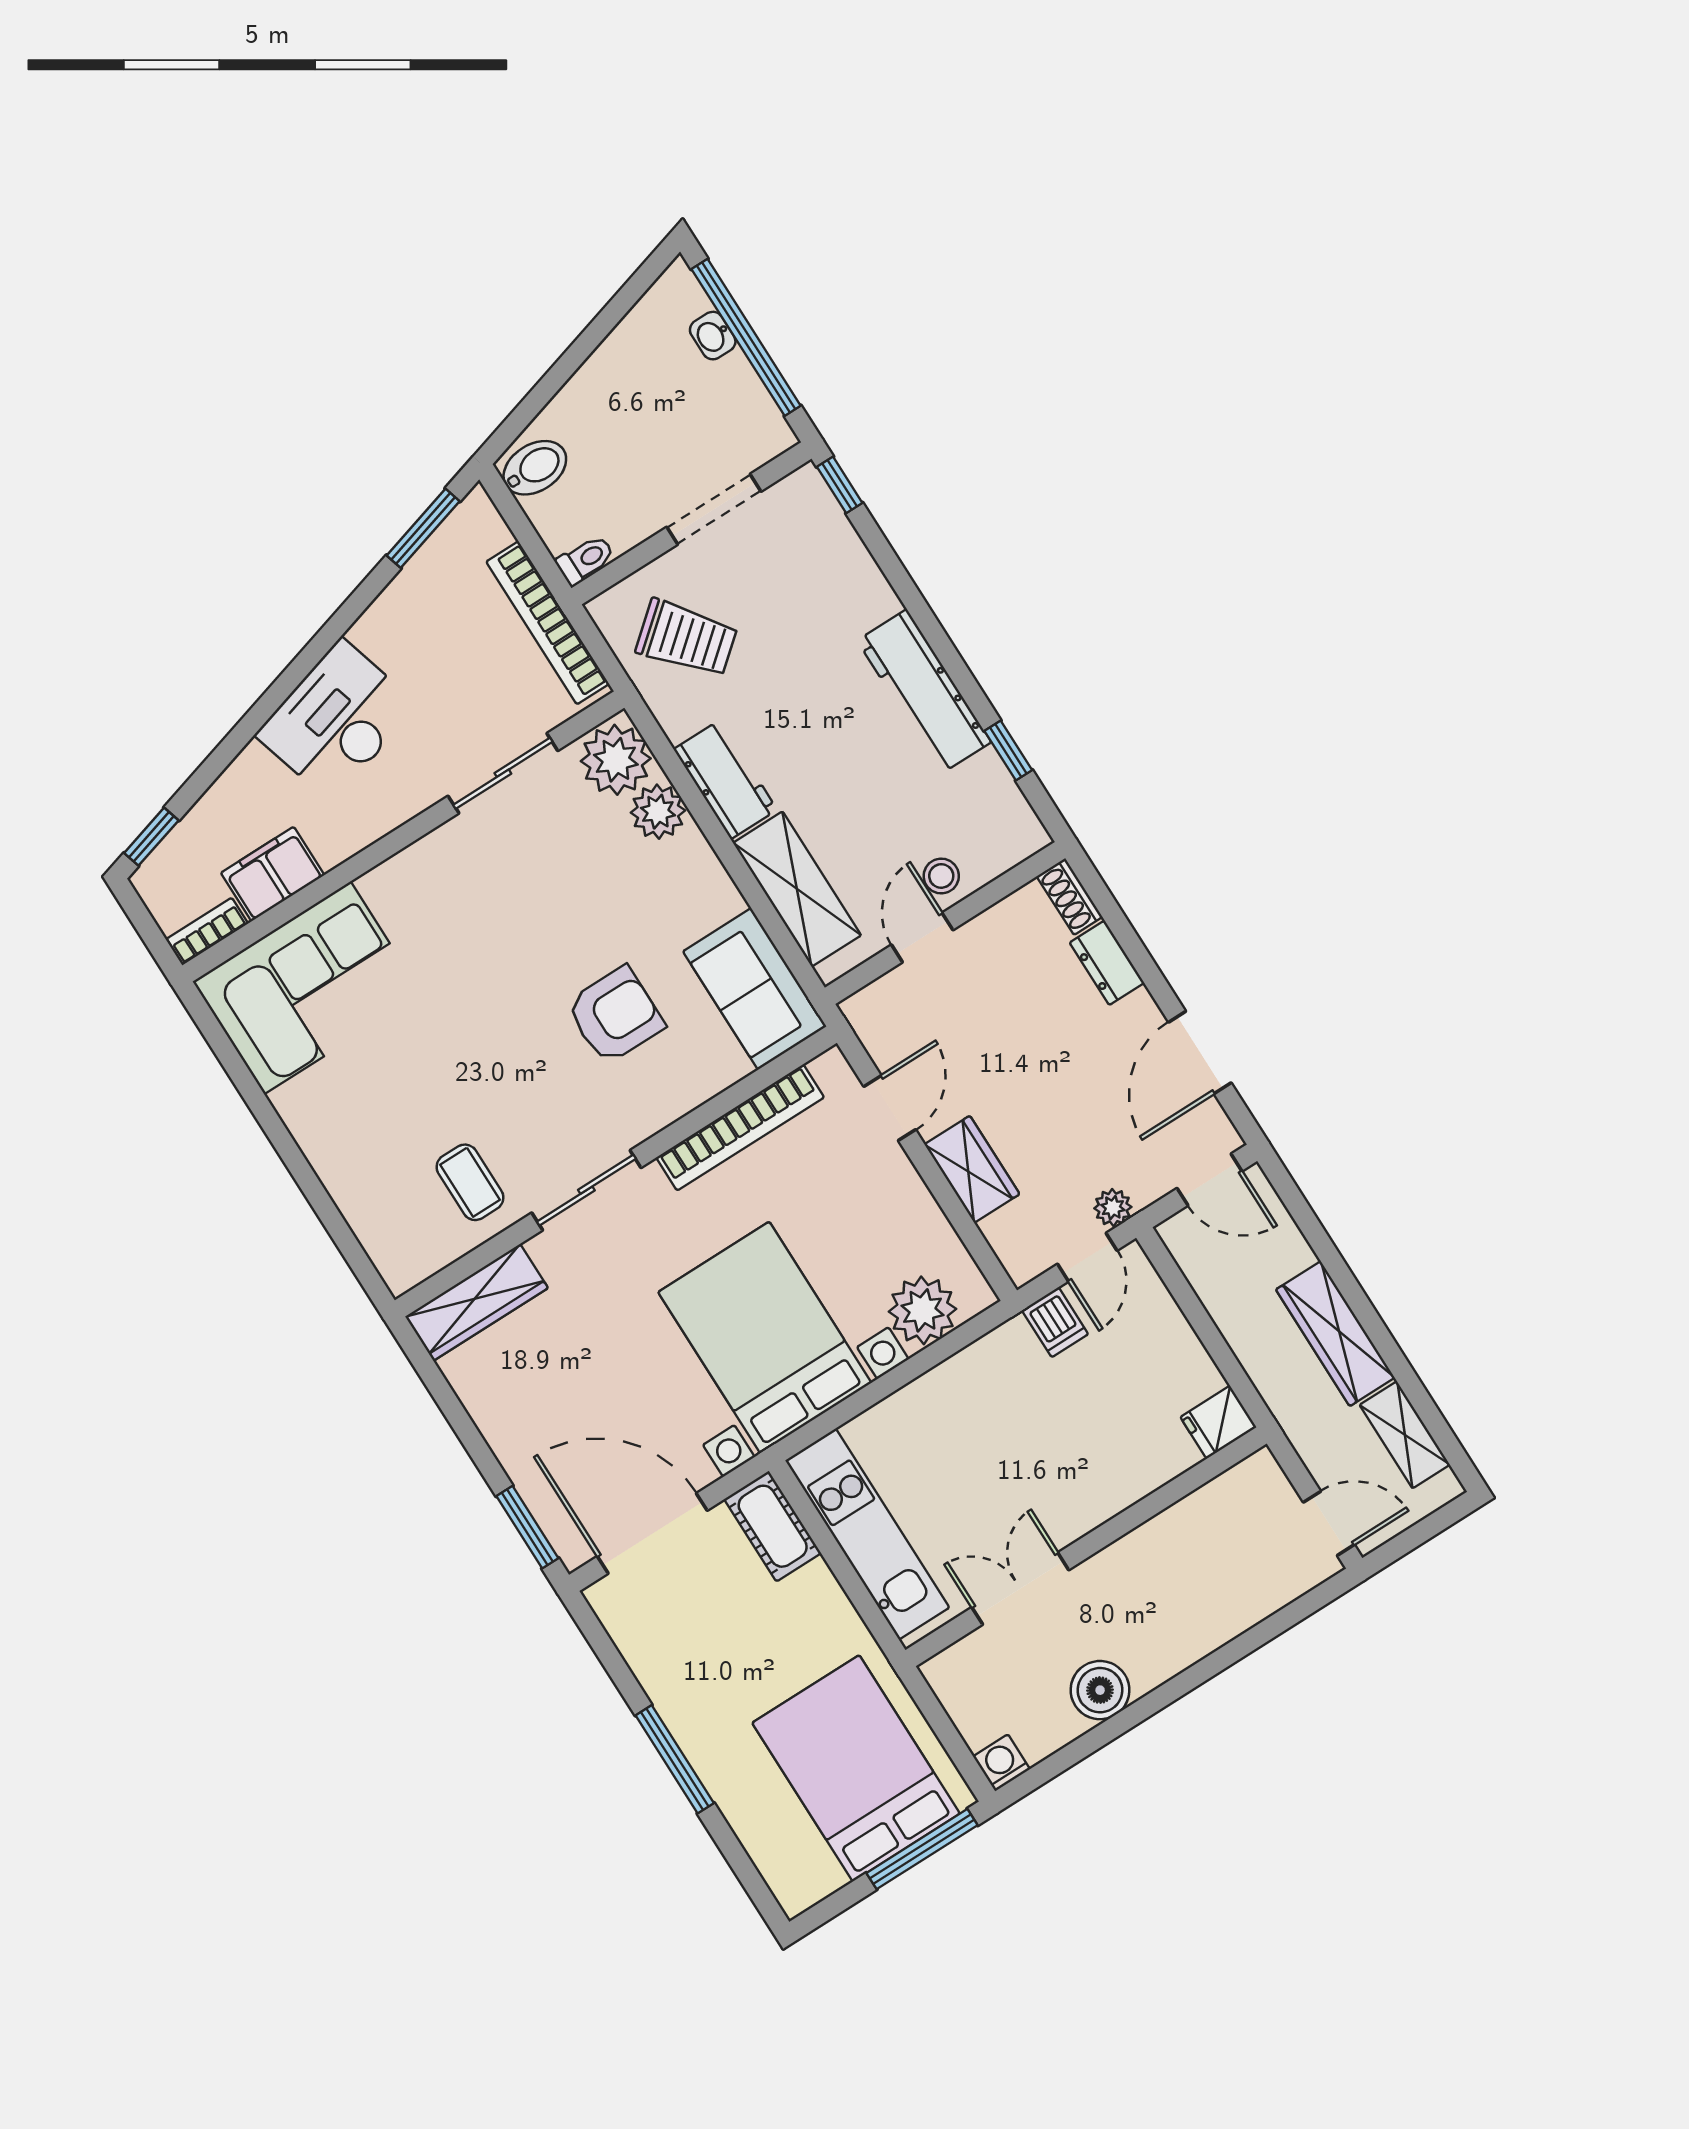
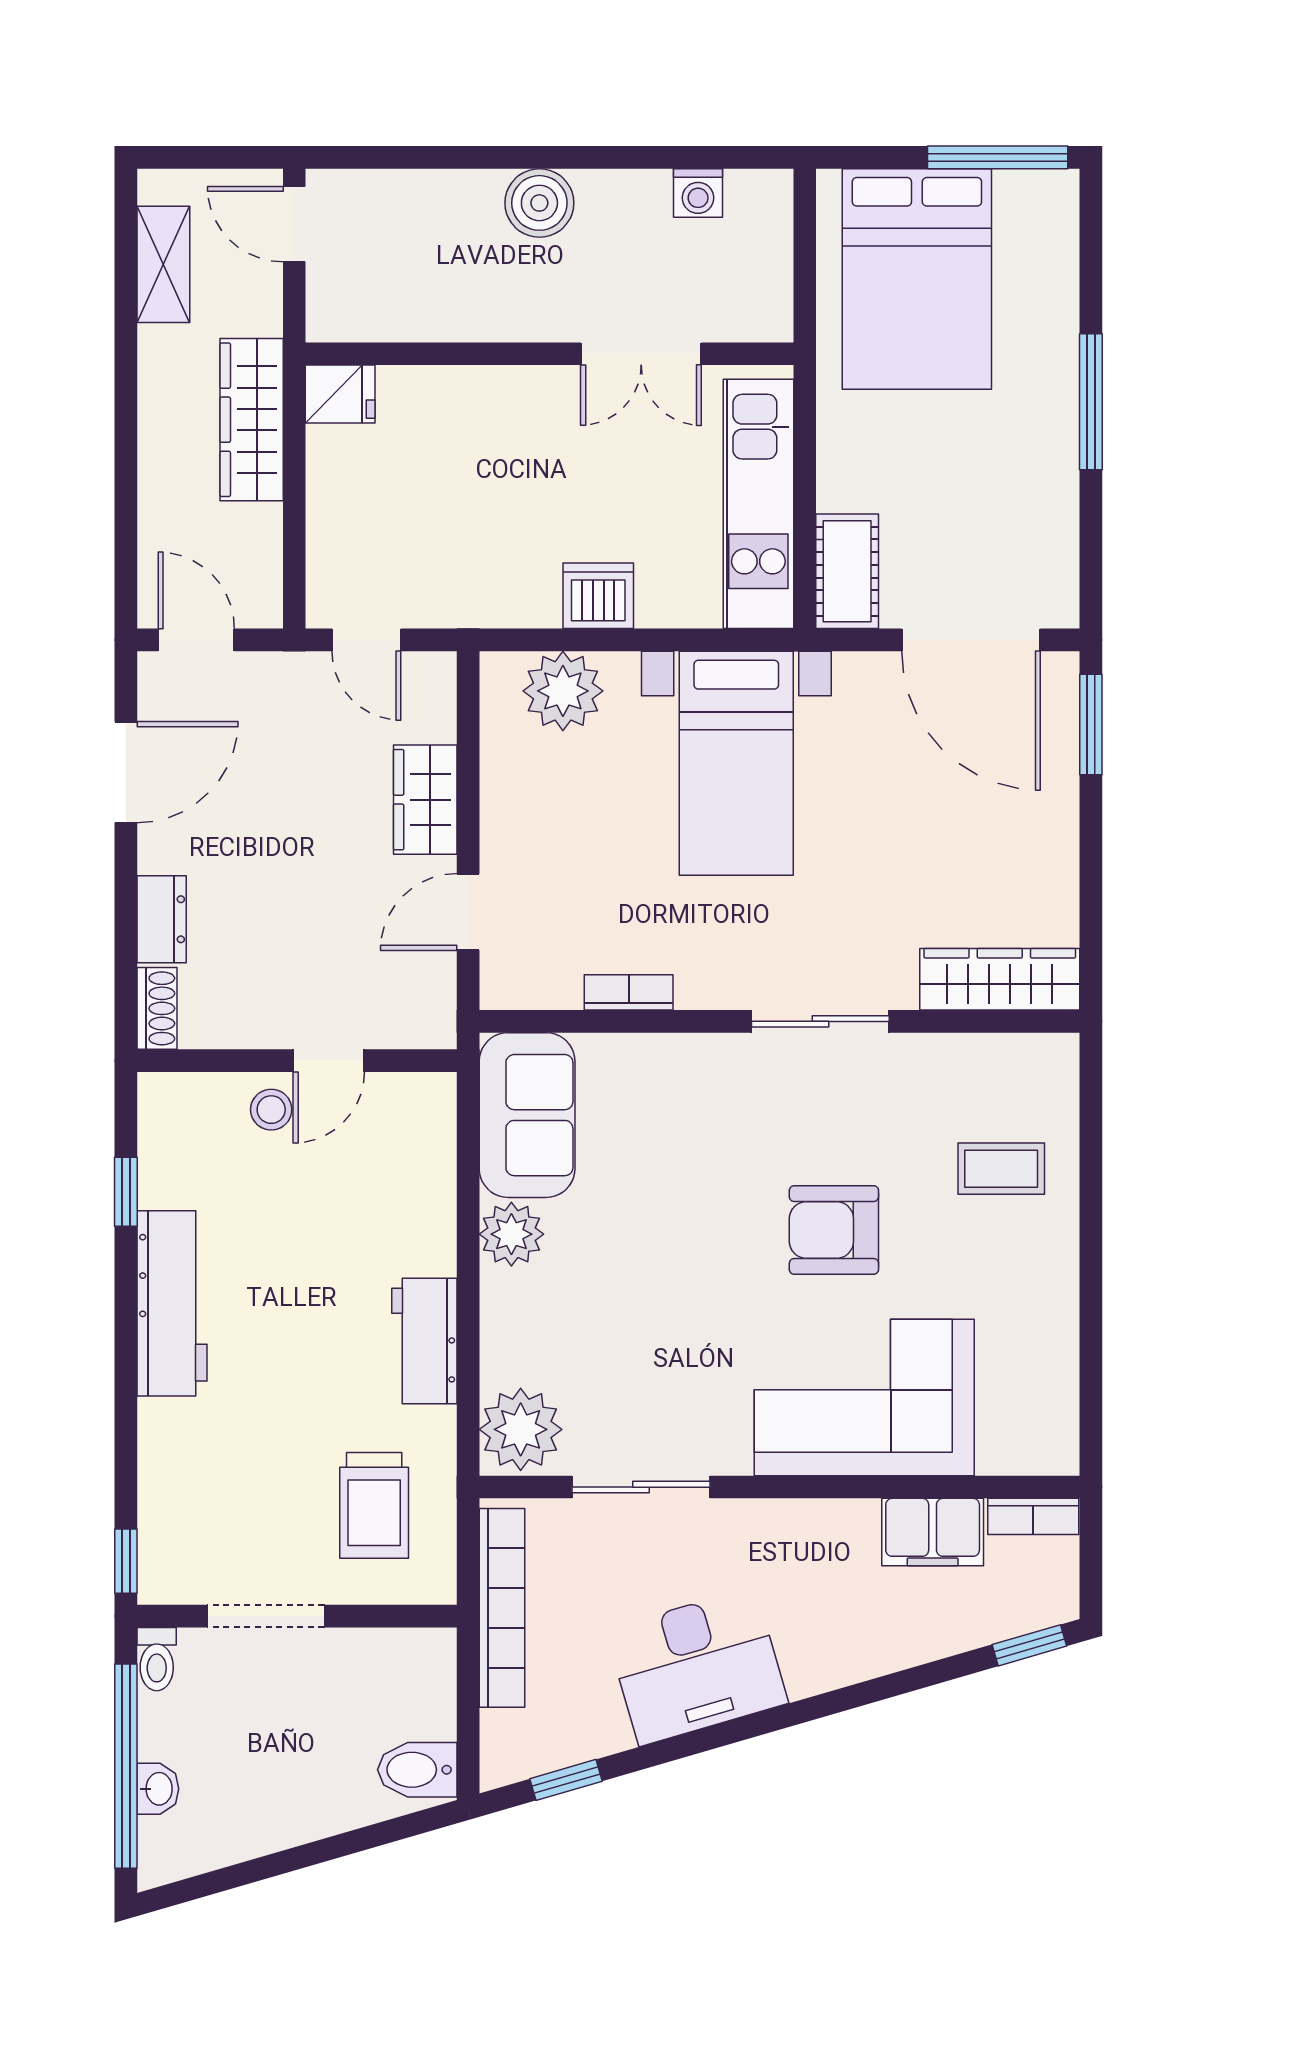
window: (423, 528) -> (566, 1780), width x0.67
toilet: (585, 560) -> (157, 1659), moved, turned -90
trolley: (687, 638) -> (374, 1505), turned -140
desk: (336, 720) -> (697, 1666), moved
plant: (658, 812) -> (511, 1234), moved
shelving: (797, 889) -> (422, 1187), removed
corner sofa: (307, 988) -> (864, 1397), moved
armchair: (615, 1015) -> (834, 1230), moved
bookcase: (740, 1127) -> (629, 992), width x0.43, depth x0.76
coffee table: (470, 1182) -> (1001, 1169), moved, turned 90
plant: (1113, 1208) -> (310, 673), removed
door: (1087, 1257) -> (366, 640), swing flipped
dishwasher: (1055, 1322) -> (598, 596), moved, width x1.38
wardrobe: (1335, 1334) -> (252, 420), moved, turned 180
bed with nightstands: (765, 1337) -> (736, 763), width x0.73
boiler: (1100, 1690) -> (539, 203), moved
washing machine: (1001, 1763) -> (698, 193), moved
window: (922, 1849) -> (998, 157), moved

